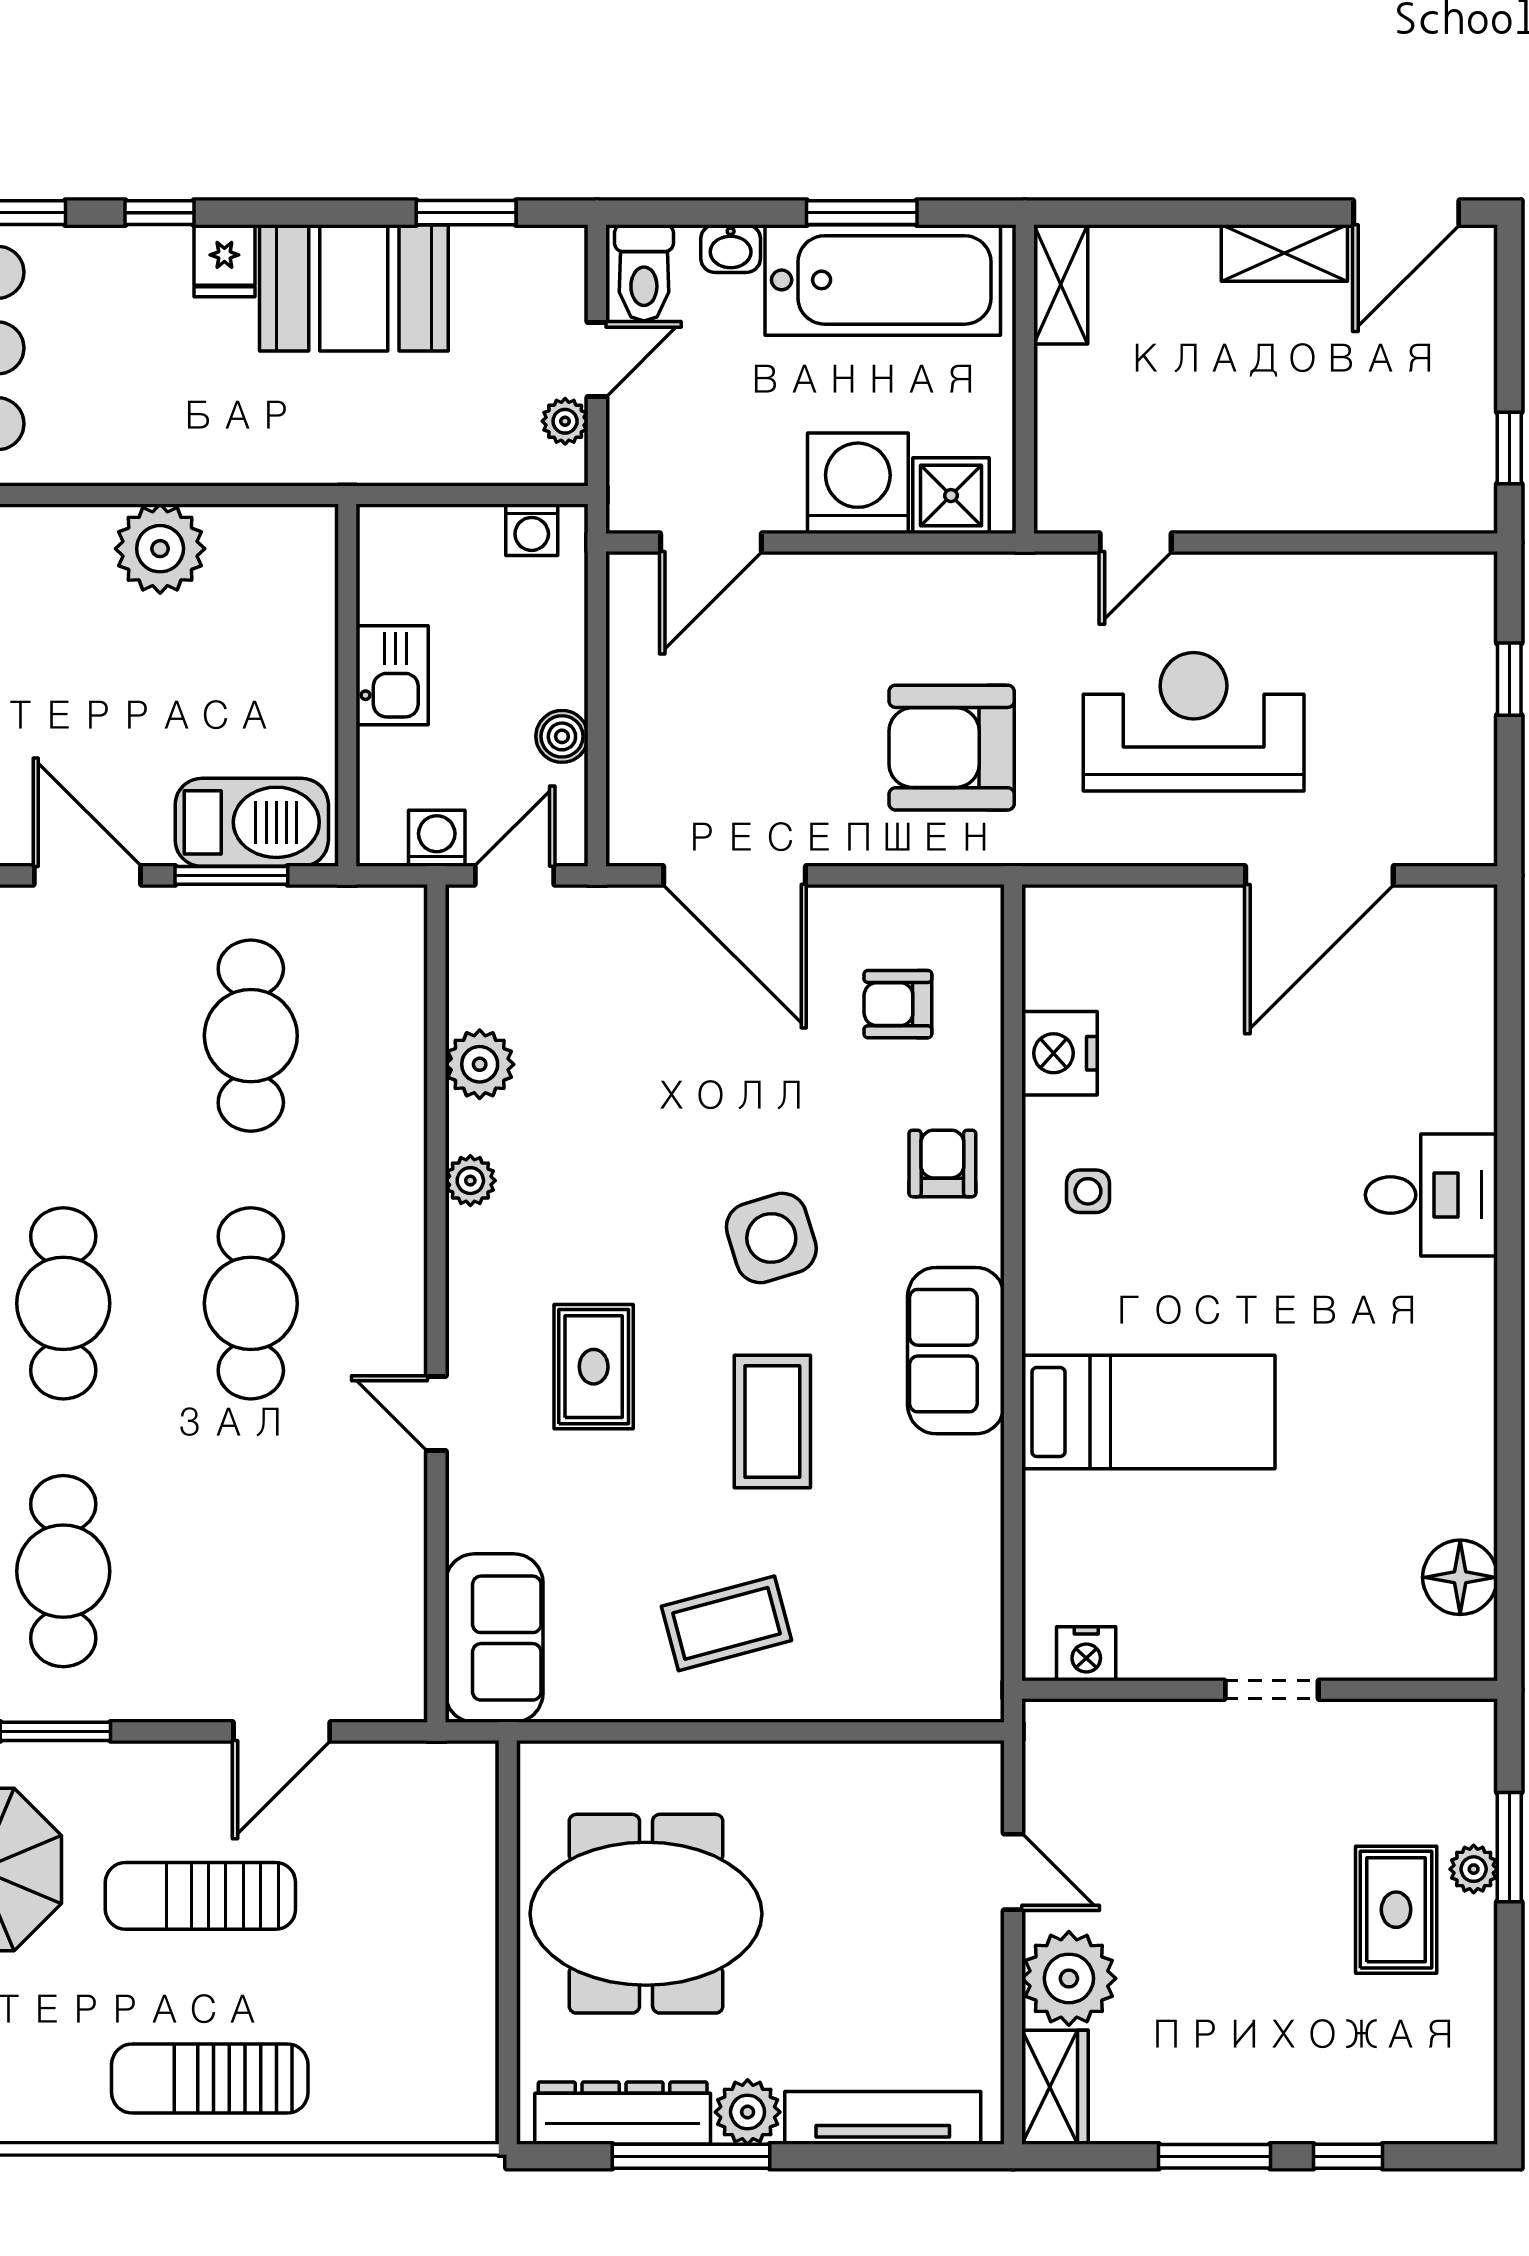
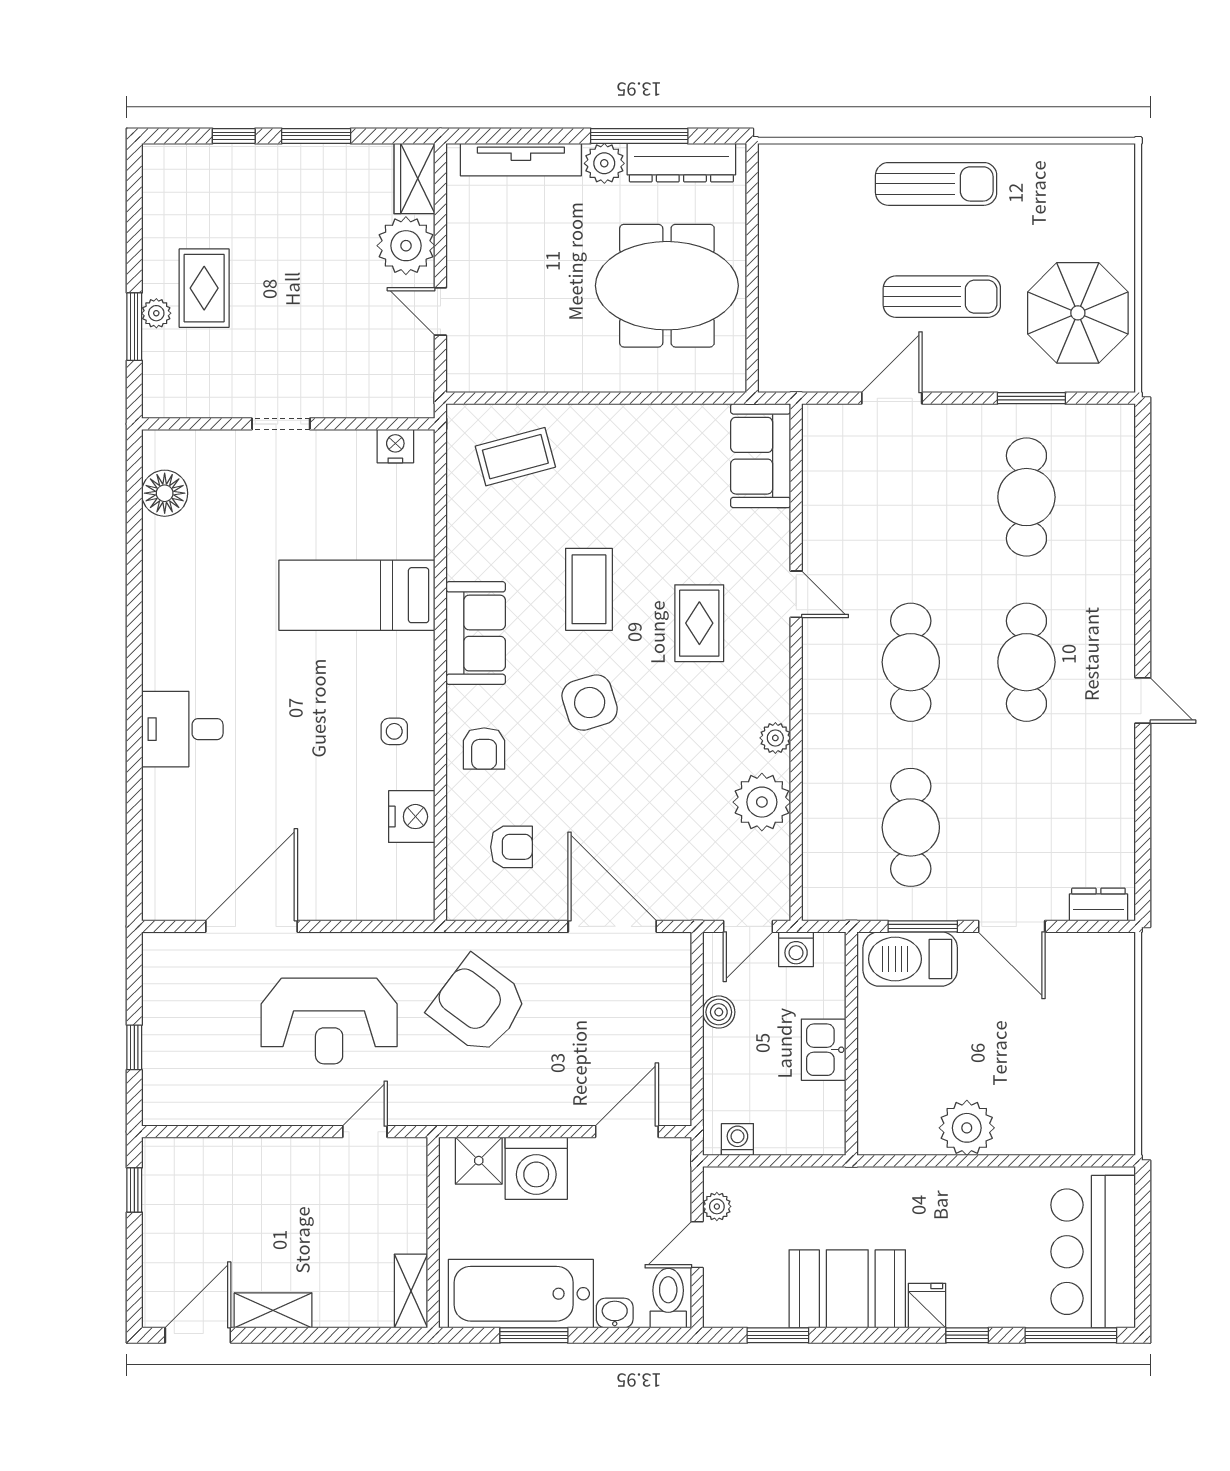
armchair: (952, 748) -> (478, 1005), turned -143
plant: (480, 1064) -> (762, 802), width x1.36, depth x1.36
coffee table: (726, 1623) -> (515, 457), moved

